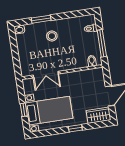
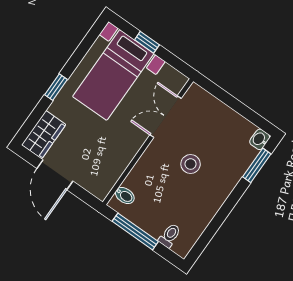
window: (41, 19) -> (257, 165), moved
stool: (52, 36) -> (191, 164), moved

